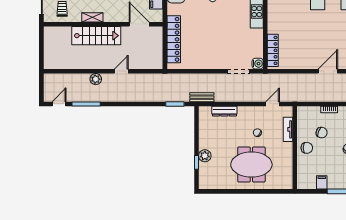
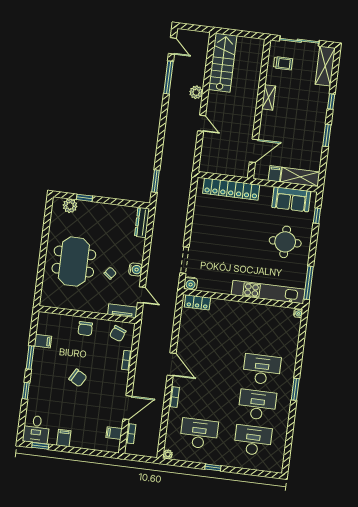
stairs: (96, 36) -> (223, 63), moved, turned 180
locker: (273, 50) -> (197, 302), width x0.66
bench: (202, 97) -> (160, 214), removed
dresser: (224, 111) -> (142, 222), moved
water cooler: (252, 112) -> (136, 269), added
tv unit: (288, 129) -> (122, 311), moved
chair: (322, 133) -> (118, 334), moved
plant: (205, 156) -> (70, 206), moved

